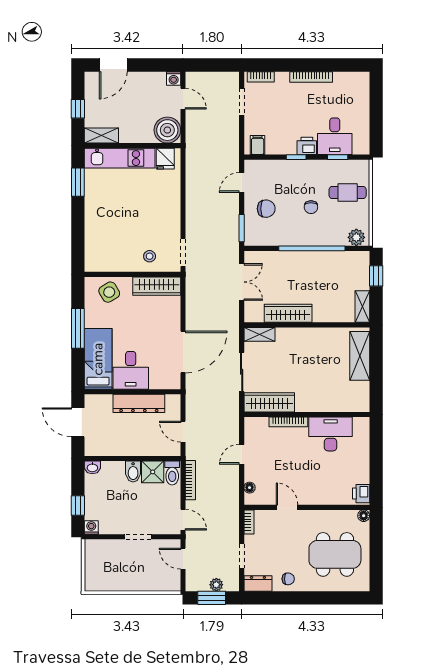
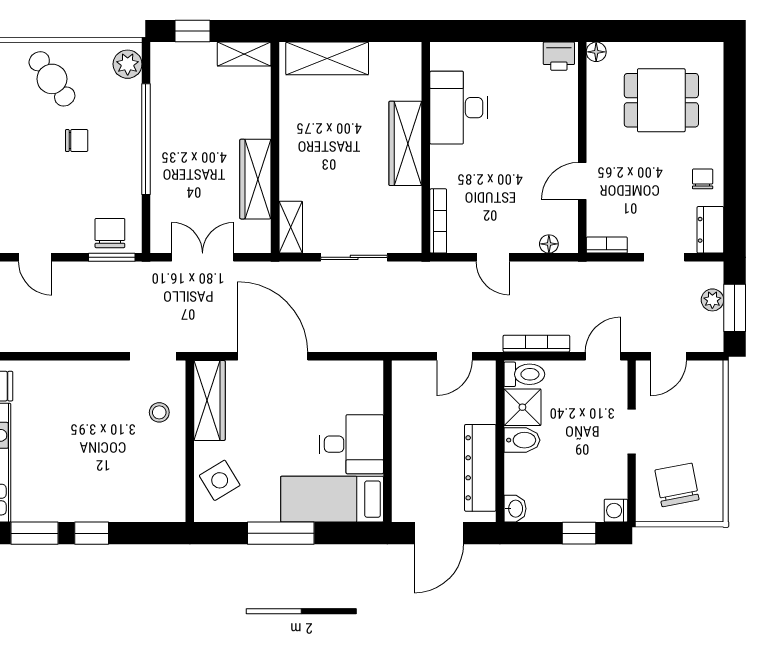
cafe table: (348, 193) -> (52, 79), turned -36
chair: (266, 209) -> (110, 233), moved
window: (78, 216) -> (92, 533), added
door: (183, 352) -> (273, 356), moved
wardrobe: (269, 402) -> (405, 143), moved
dresser: (139, 403) -> (480, 468), moved, turned 180
bookcase: (288, 422) -> (438, 221), moved
dining table: (335, 554) -> (661, 100), width x0.73
chair: (106, 564) -> (677, 485), added

